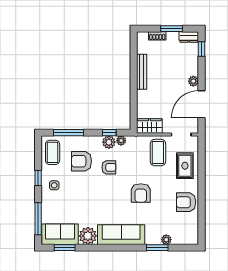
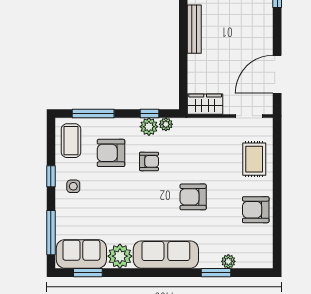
plant: (193, 81) -> (266, 42), removed
coffee table: (158, 153) -> (217, 141), removed
armchair: (141, 193) -> (193, 197), turned 90

